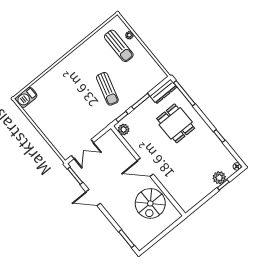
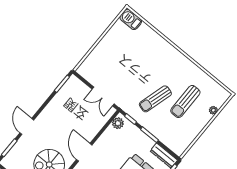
sun lounger: (119, 46) -> (185, 101), moved
double door: (82, 149) -> (103, 96), moved
door: (93, 198) -> (27, 126), moved

